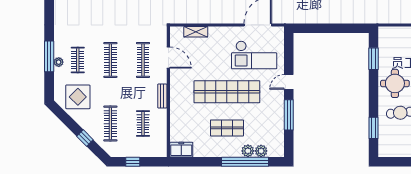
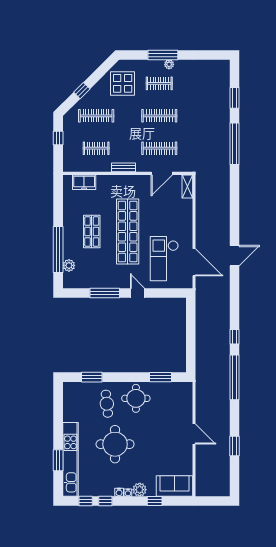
shelving: (196, 32) -> (187, 186), moved
plant: (59, 62) -> (169, 64), moved
freezer: (181, 150) -> (84, 182), moved, turned 90
plant: (248, 151) -> (69, 252), removed

